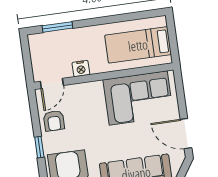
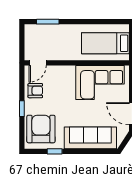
nightstand: (81, 69) -> (61, 55), removed
armchair: (54, 121) -> (35, 91), turned -90

